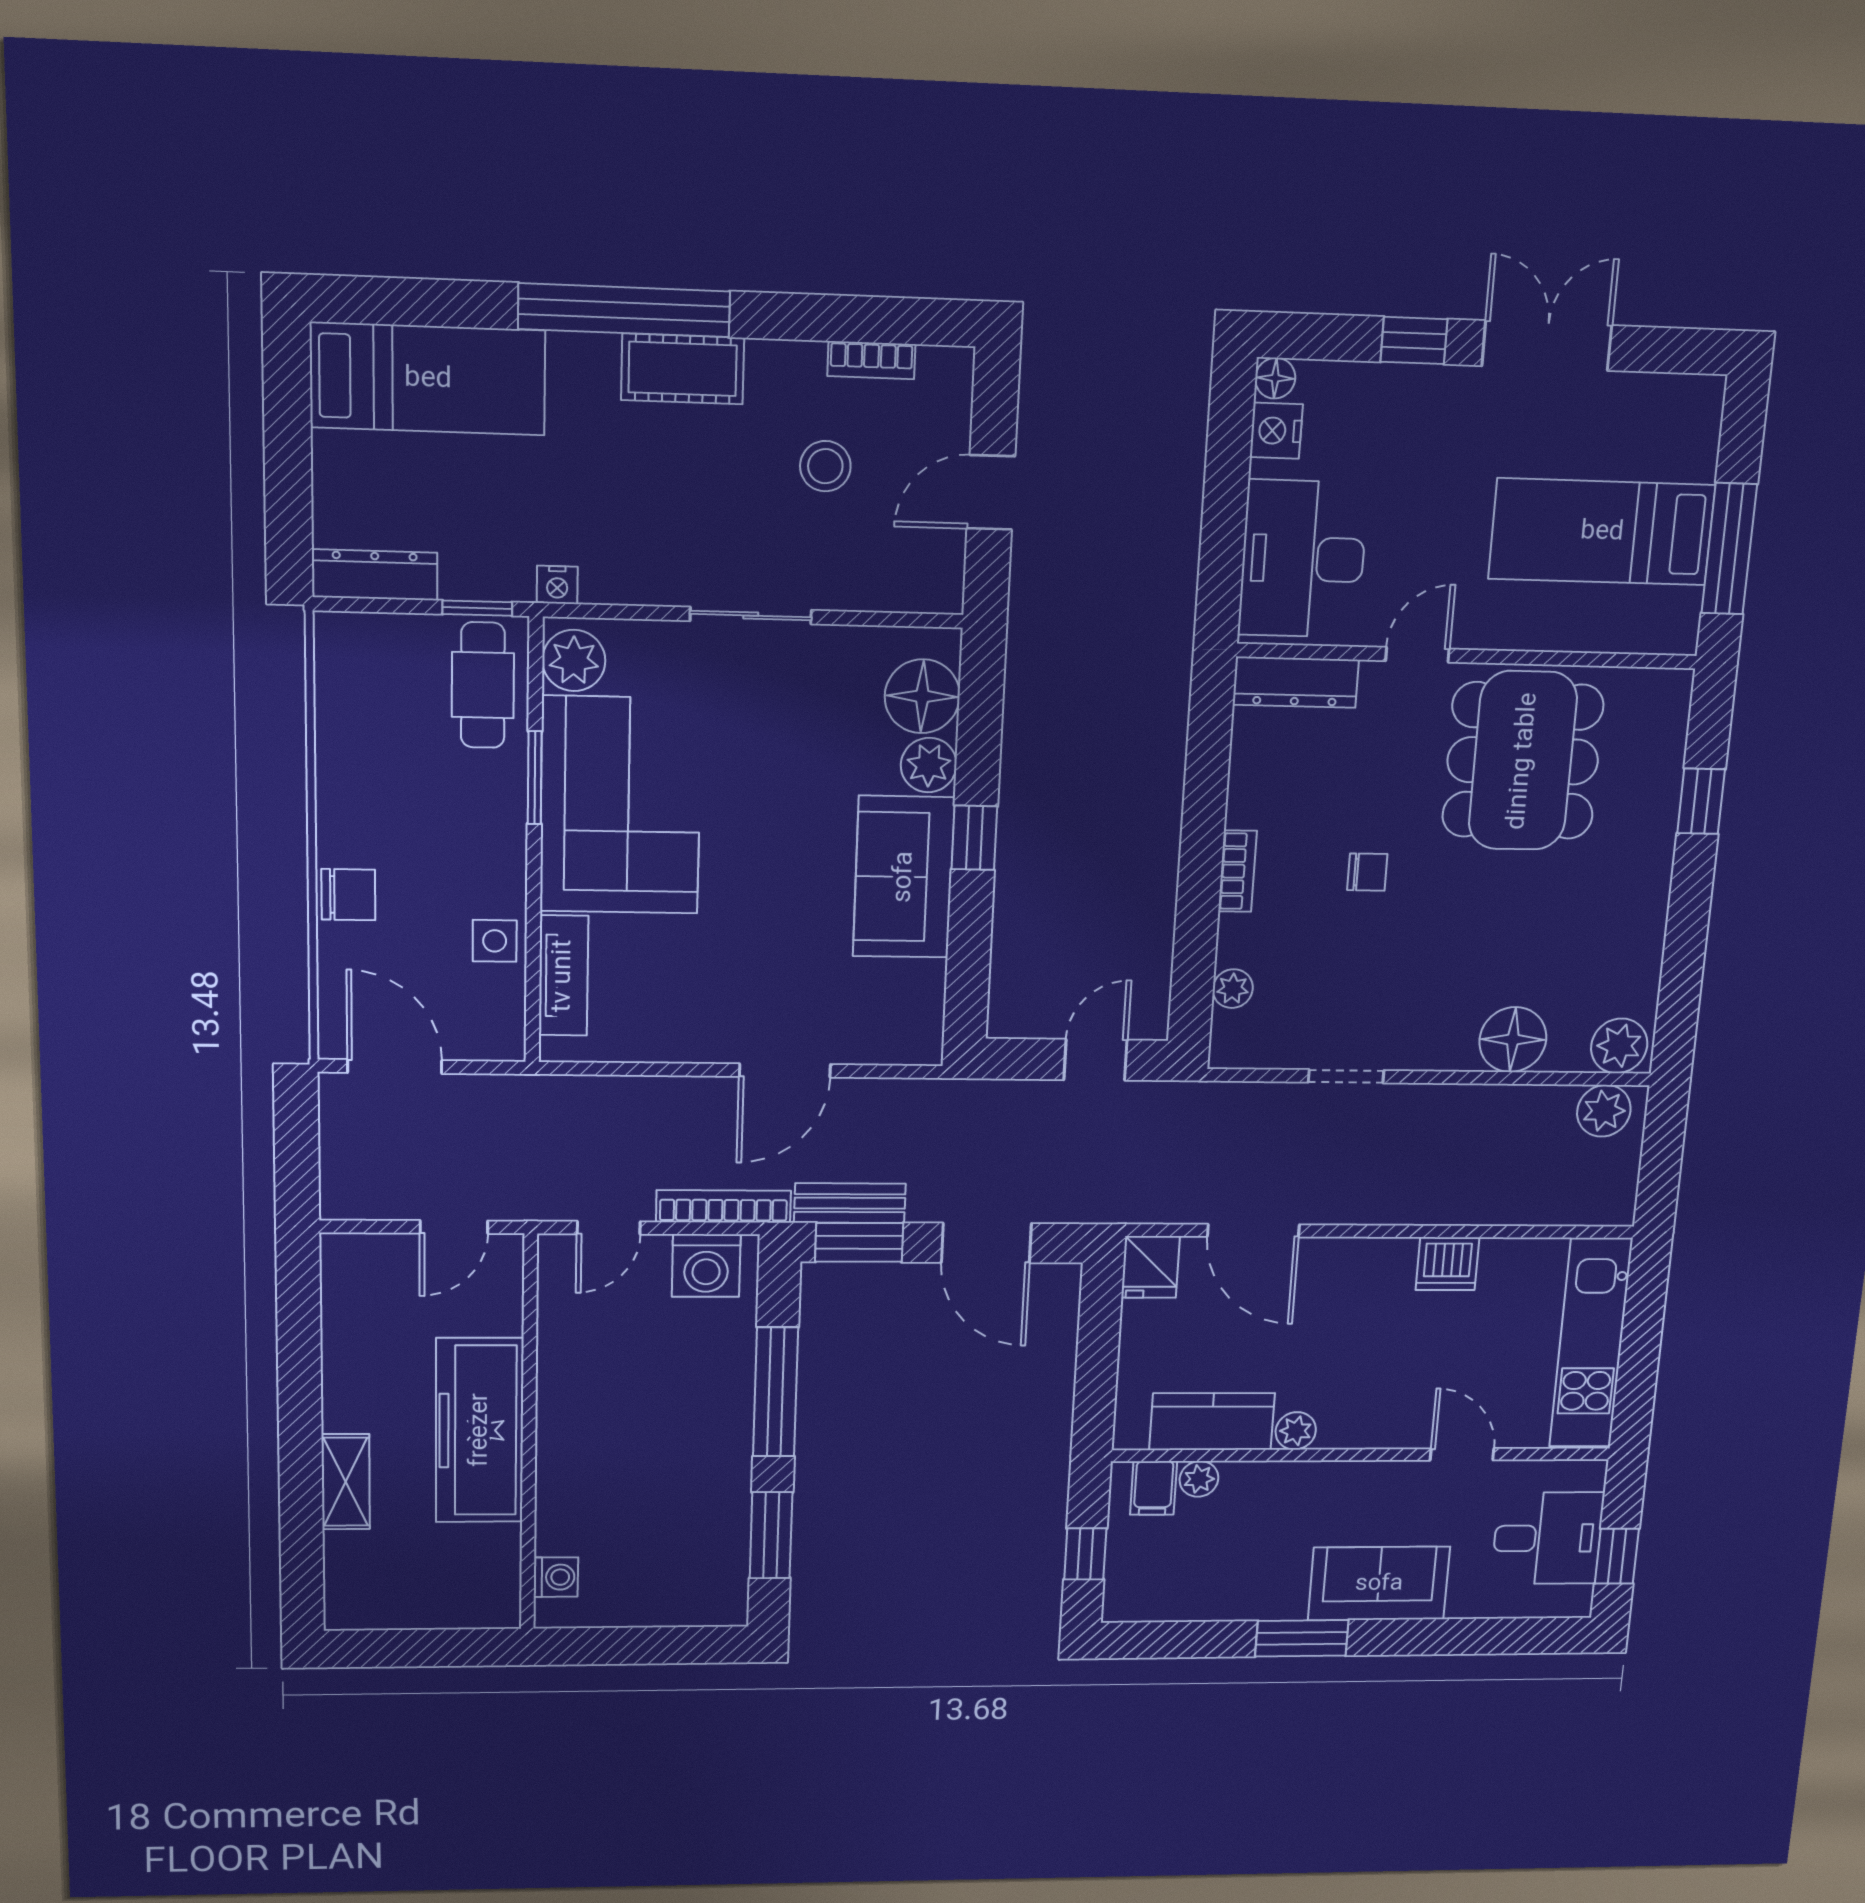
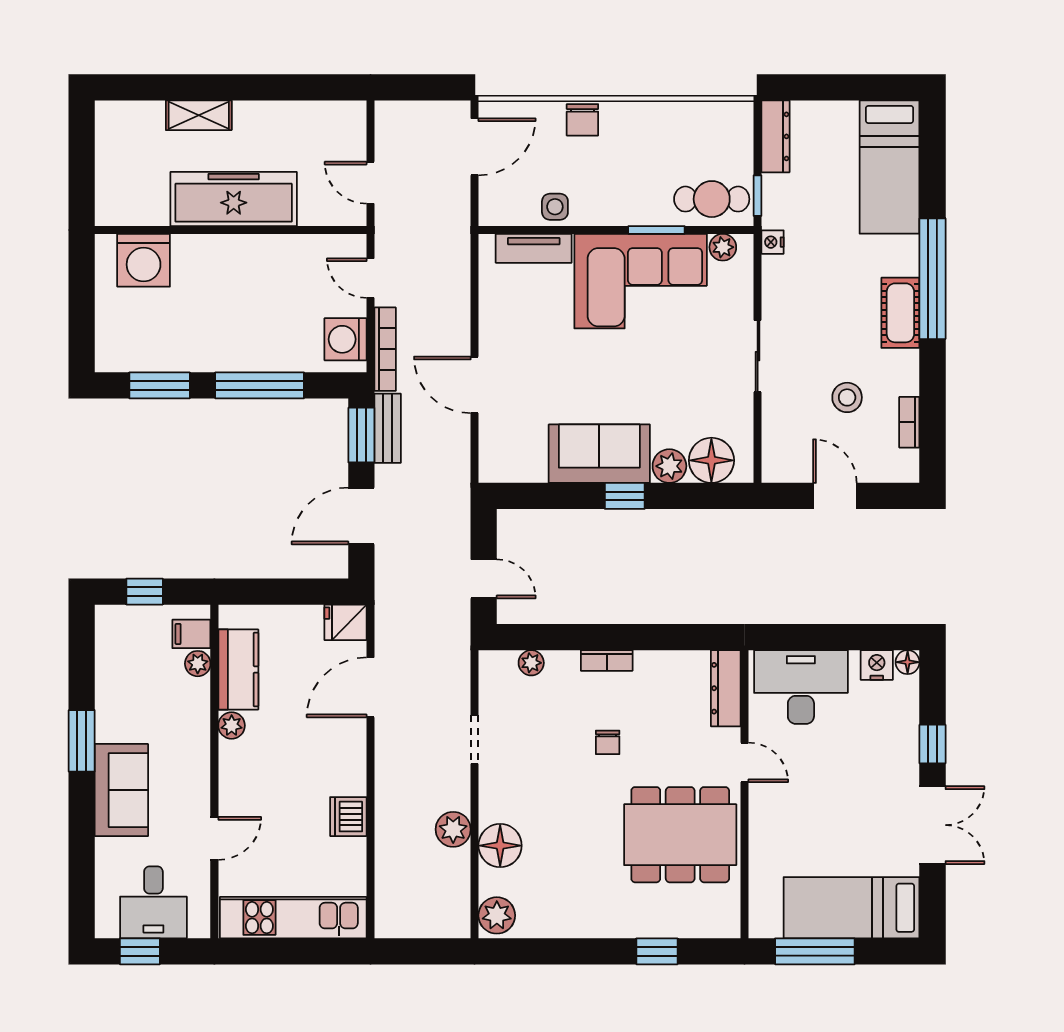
bed: (1602, 532) -> (851, 908), moved, turned -90
plant: (574, 660) -> (723, 247), width x0.73, depth x0.73
plant: (1604, 1111) -> (453, 829), moved
washing machine: (556, 1577) -> (144, 260), width x1.89, depth x1.89

